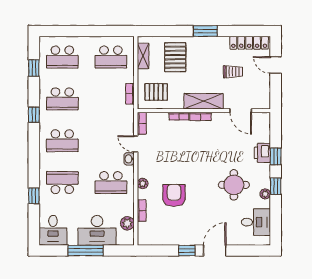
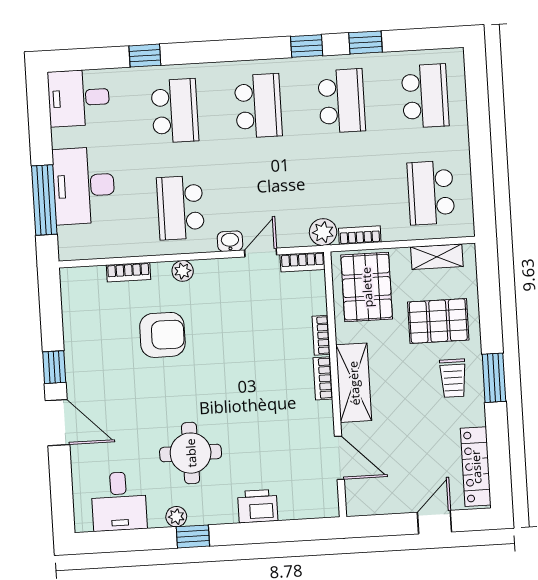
school desk: (62, 57) -> (425, 96), turned 180
window: (34, 68) -> (366, 42), moved
trolley: (233, 72) -> (453, 378), moved
pallet: (156, 92) -> (367, 287), width x1.50, depth x1.42
school desk: (62, 99) -> (342, 101), turned 180
door: (241, 111) -> (339, 458), swing flipped
school desk: (62, 141) -> (258, 106), turned 180
window: (276, 156) -> (252, 533), removed
plant: (127, 223) -> (323, 232), moved
window: (86, 250) -> (44, 200), moved

